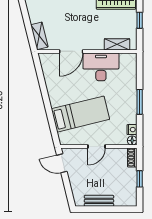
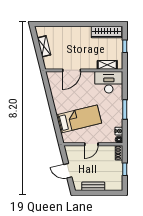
shelving: (39, 36) -> (44, 46), moved
desk: (101, 67) -> (109, 82), moved
door: (62, 163) -> (68, 171), moved

